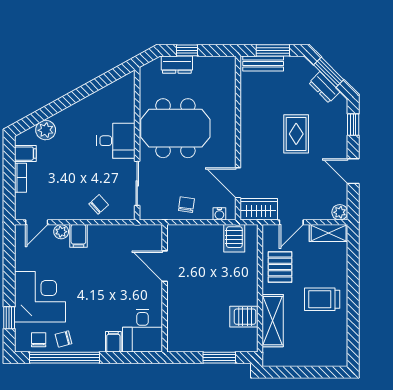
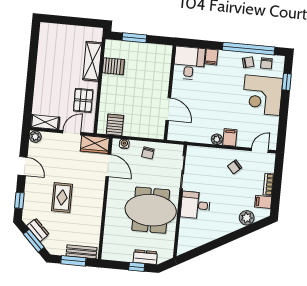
chair: (99, 204) -> (235, 167), moved
plant: (61, 232) -> (217, 139), moved
trolley: (322, 299) -> (54, 74), removed

